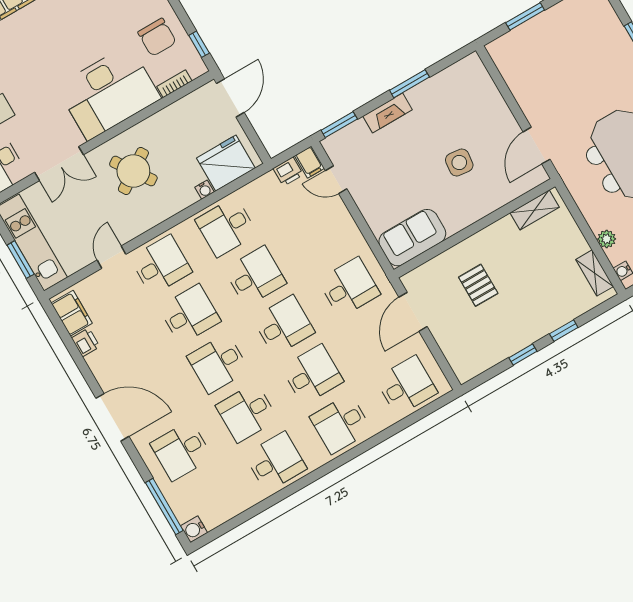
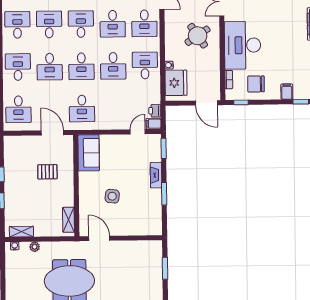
desk: (276, 462) -> (17, 25), turned 180

